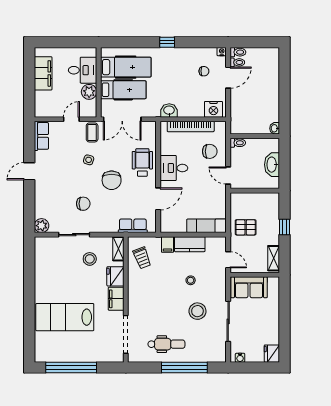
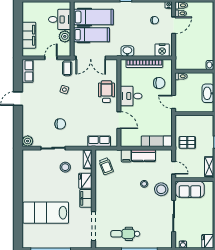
filing cabinet: (43, 73) -> (29, 35), moved
chair: (112, 180) -> (82, 106), removed
door: (158, 199) -> (119, 120), hinge flipped
stool: (197, 311) -> (161, 189), moved
dental chair: (166, 344) -> (125, 234), turned 180

